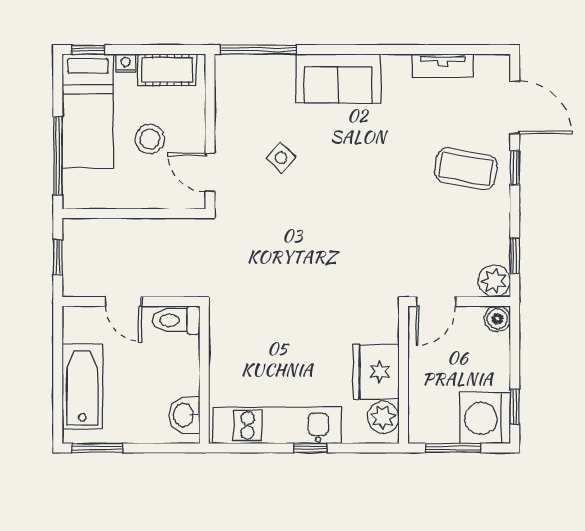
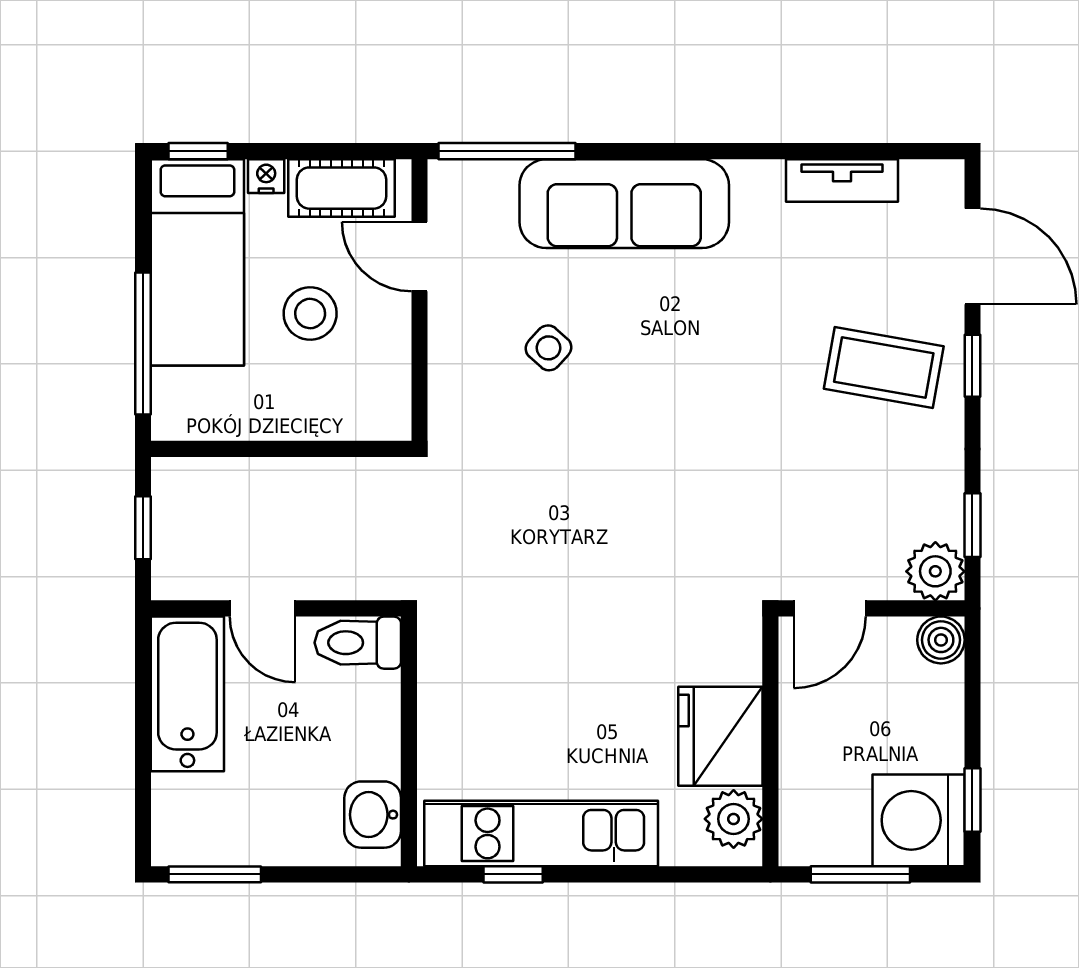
sofa: (338, 78) -> (624, 204), width x1.36
door: (210, 172) -> (419, 257), moved
bathtub: (82, 387) -> (187, 694), moved
window: (310, 448) -> (513, 874), moved

